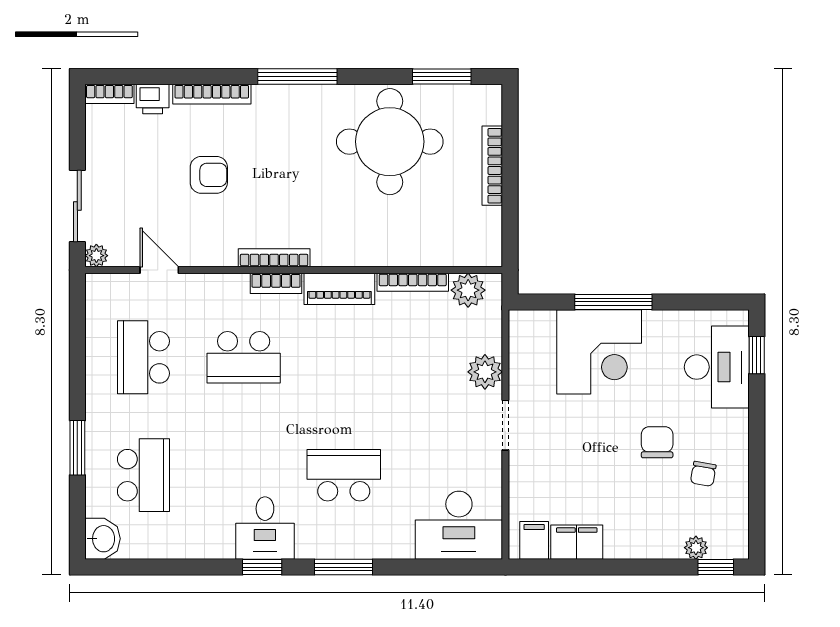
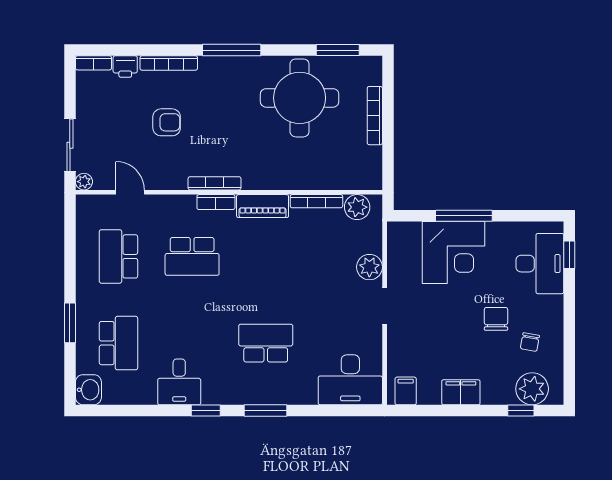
desk: (265, 528) -> (179, 382), moved
filing cabinet: (577, 542) -> (461, 392), moved
plant: (696, 548) -> (532, 389), width x1.87, depth x1.87
window: (716, 567) -> (521, 411), moved

